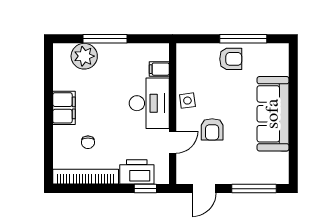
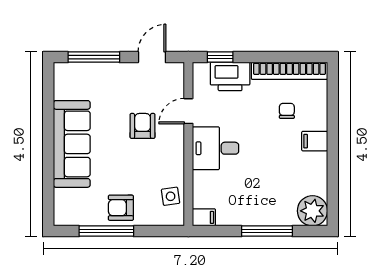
plant: (84, 56) -> (312, 211), moved
filing cabinet: (159, 69) -> (204, 217), moved
side table: (187, 101) -> (171, 196), moved
desk: (149, 103) -> (216, 148), width x0.73
filing cabinet: (64, 108) -> (315, 141), width x0.50

